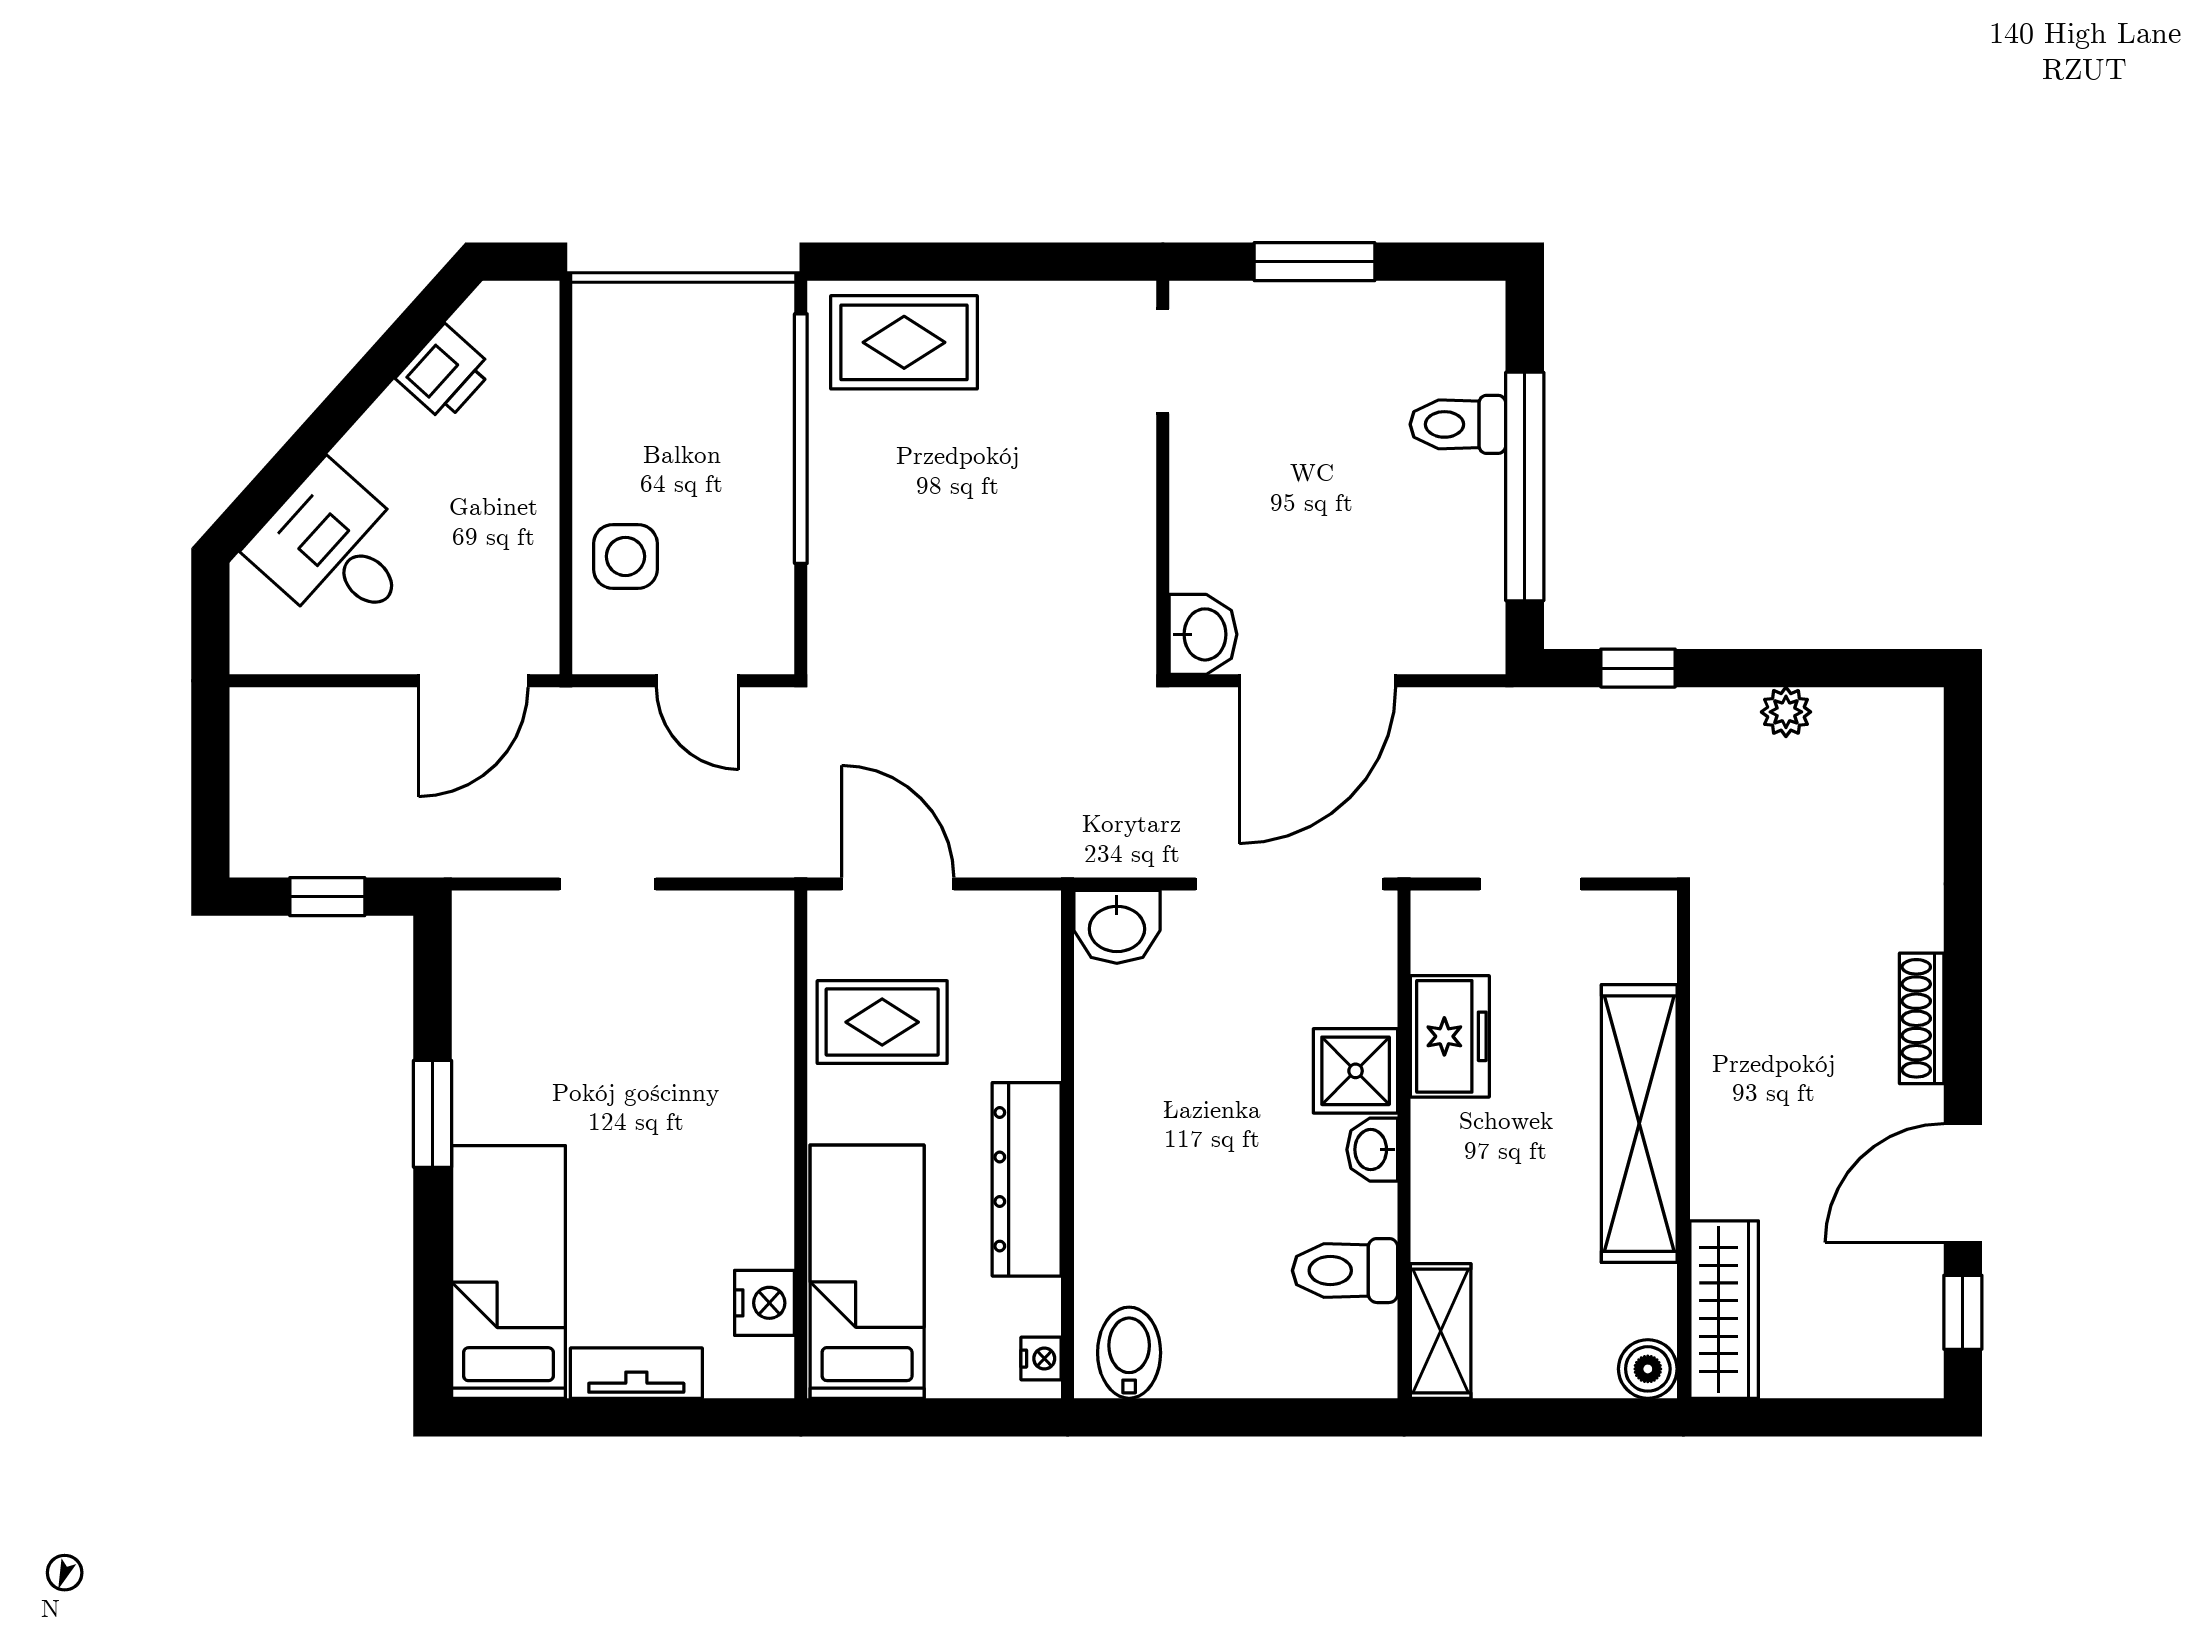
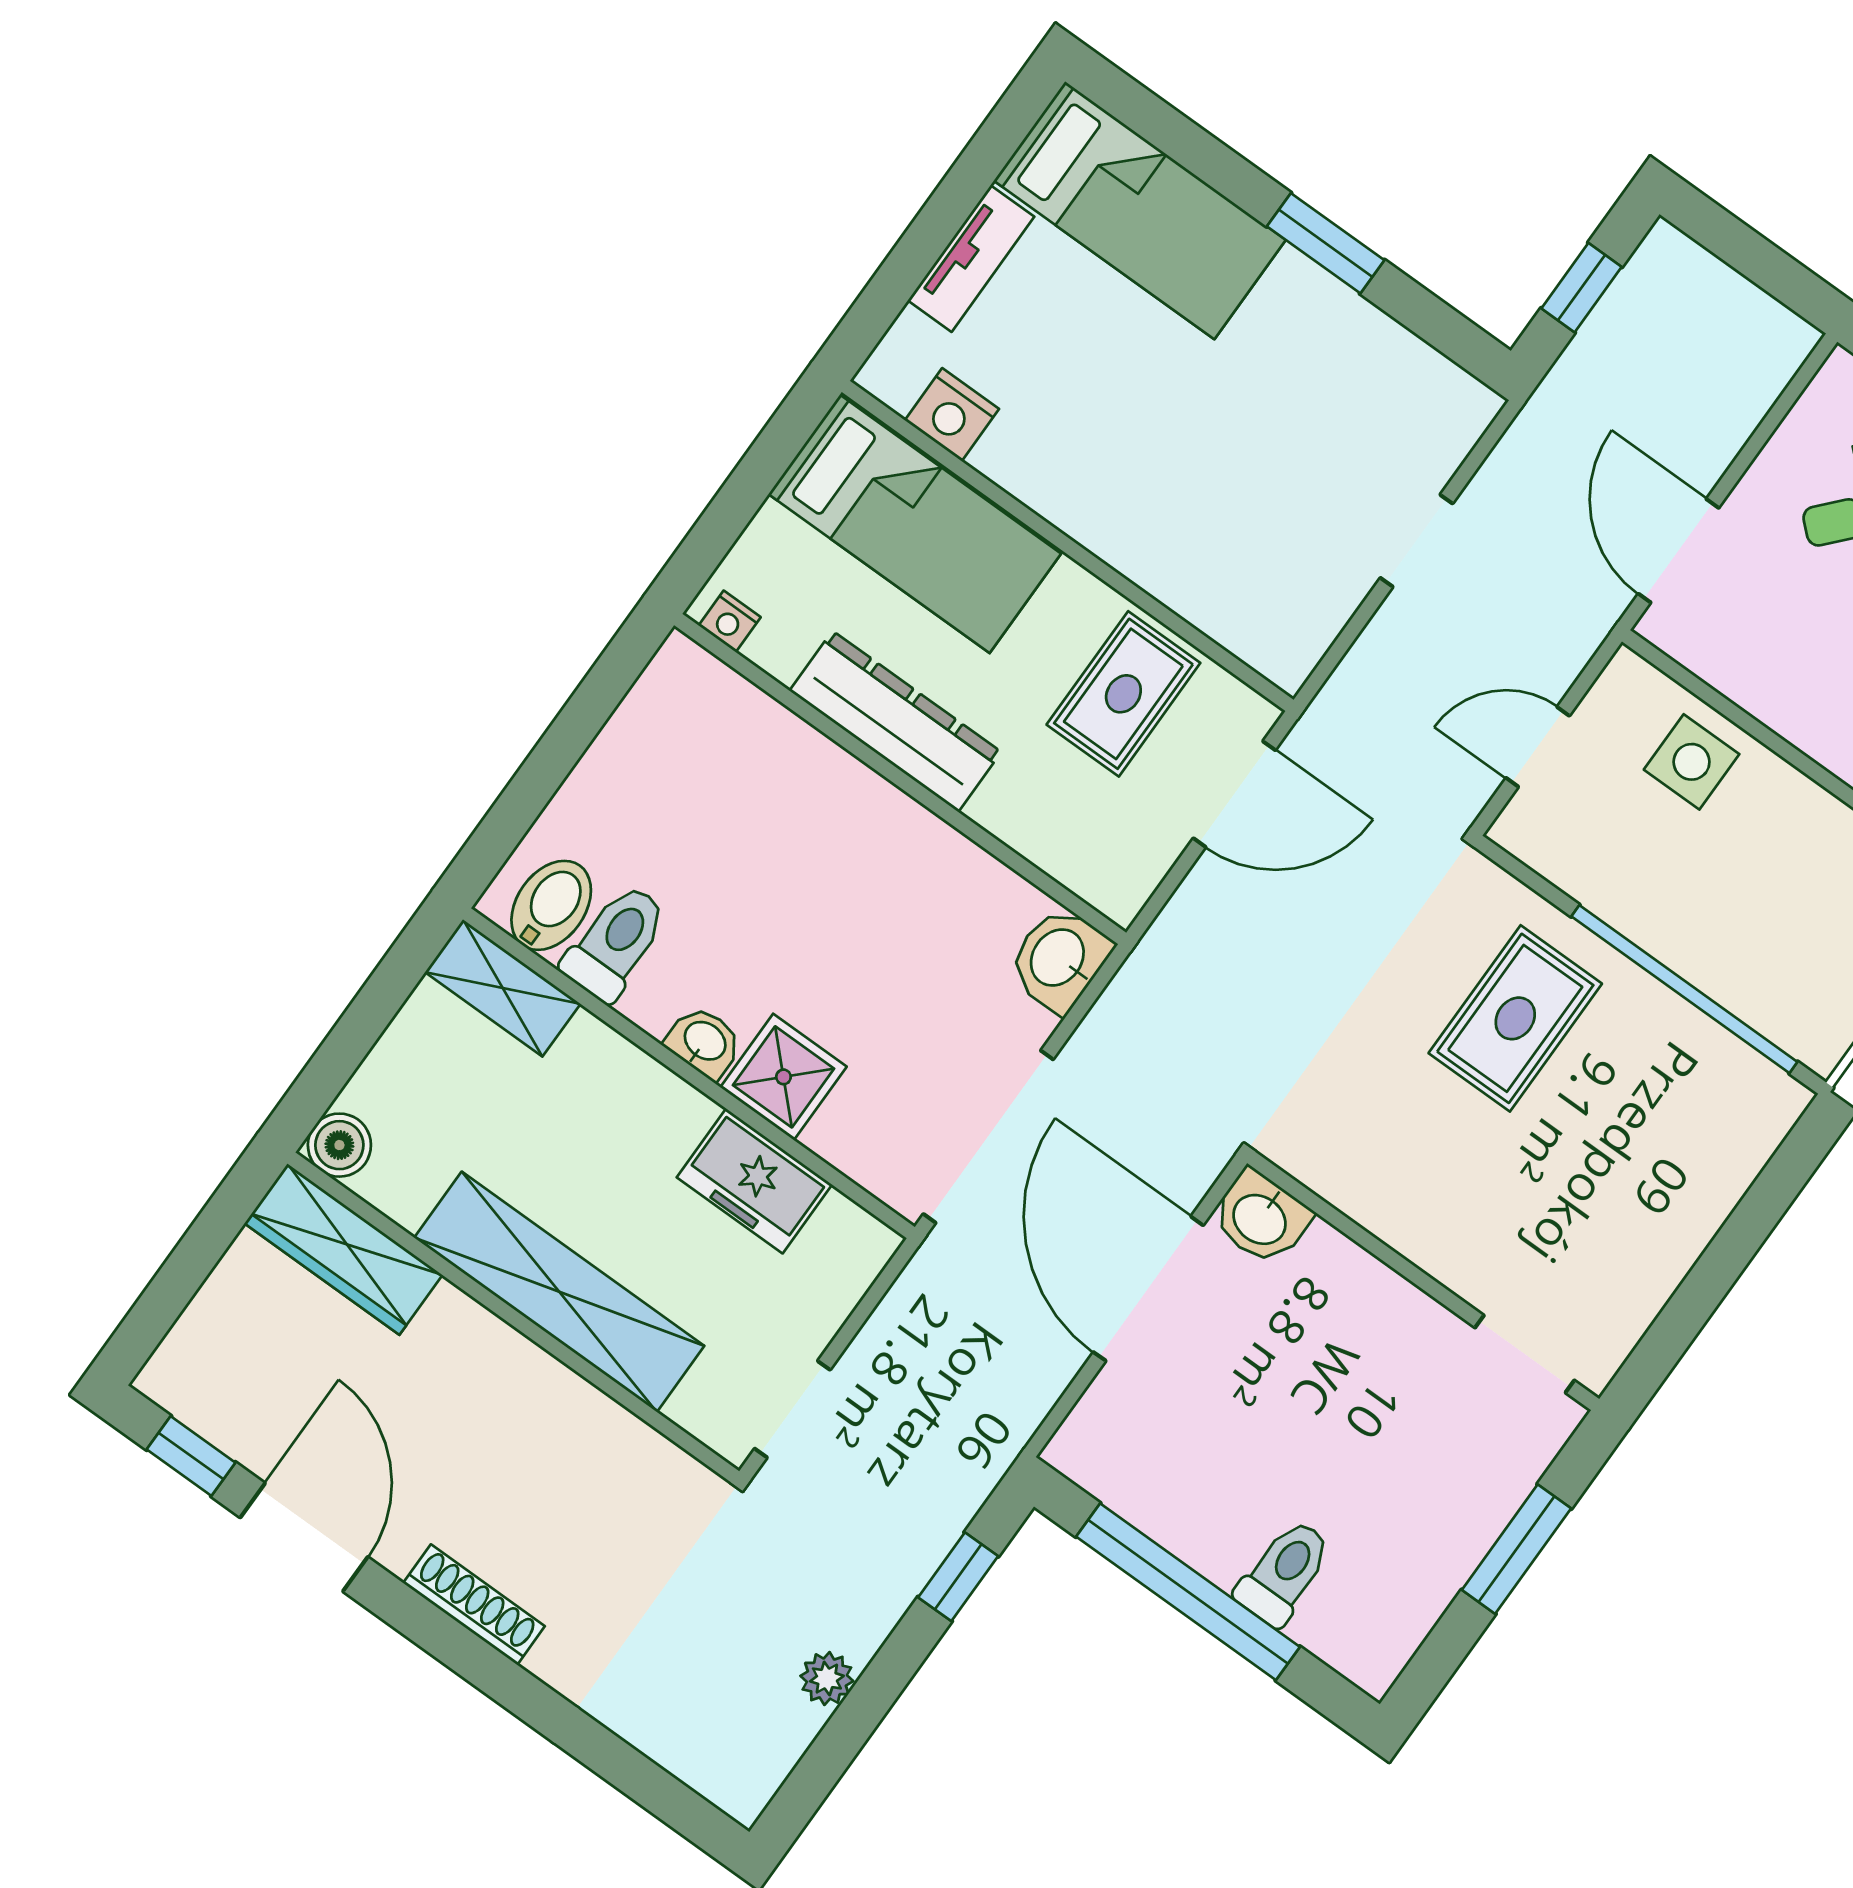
rug: (904, 342) -> (1515, 1018), moved
doorway: (1530, 884) -> (792, 1409), moved
bidet: (1129, 1353) -> (551, 905), moved, turned -90

